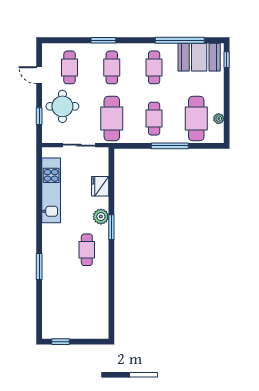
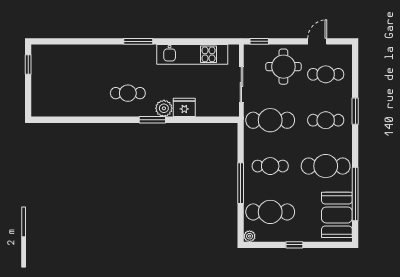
window: (227, 60) -> (294, 245), moved
cafe table: (154, 67) -> (326, 166), width x1.37, depth x1.35
window: (39, 116) -> (259, 41), moved
plant: (219, 119) -> (250, 236), moved
fridge: (100, 186) -> (184, 107), moved
window: (39, 266) -> (138, 41), moved

